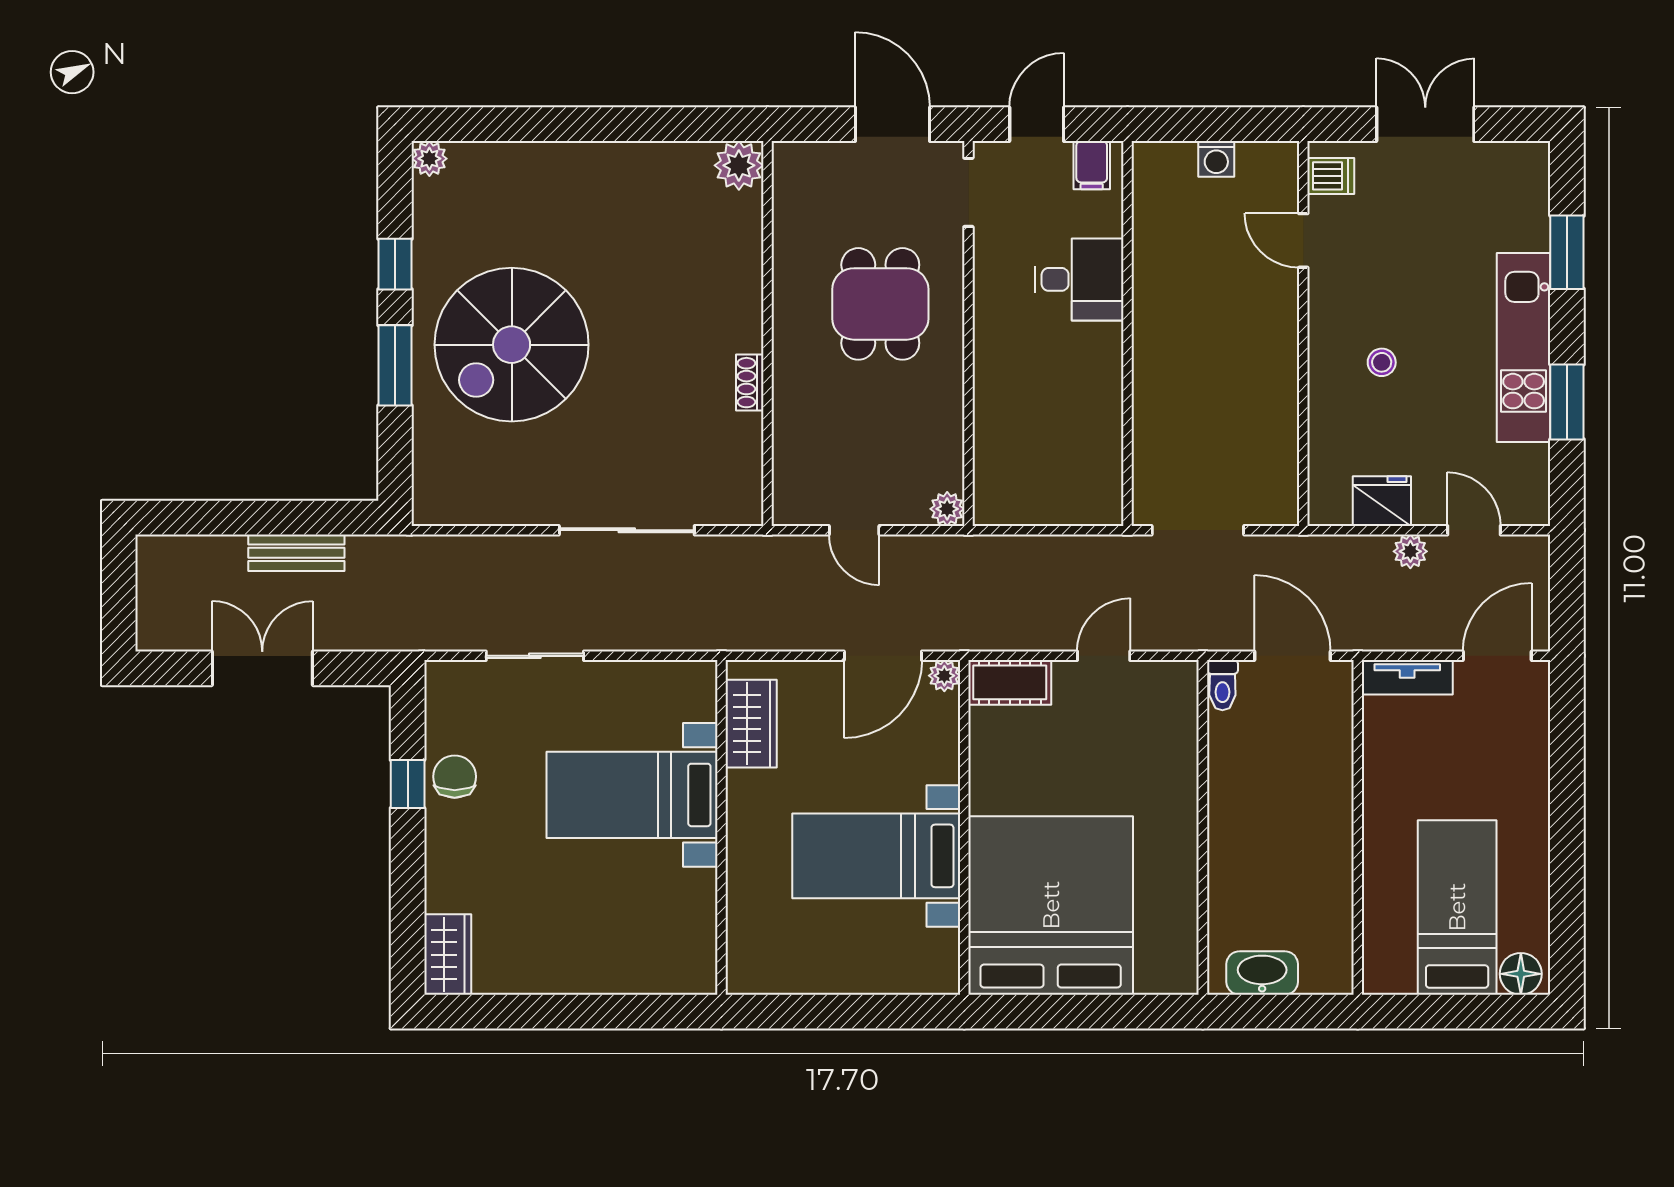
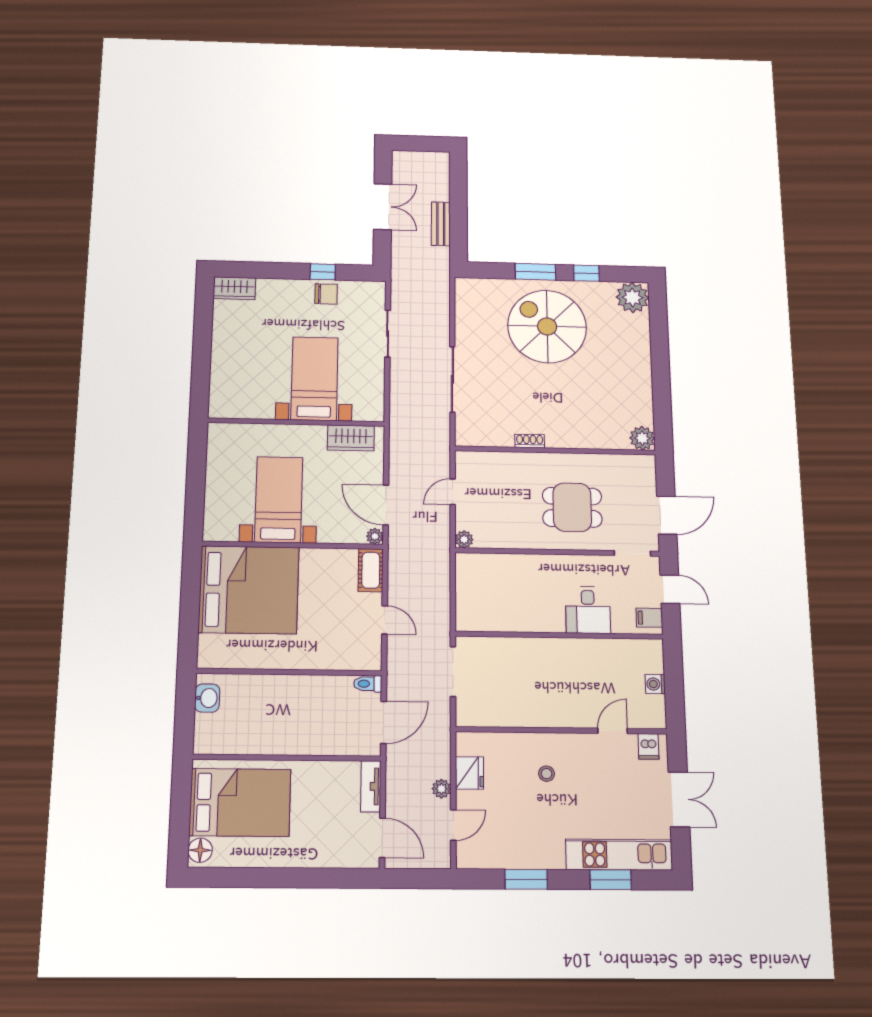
plant: (429, 159) -> (632, 297), width x1.87, depth x1.87
kitchen unit: (1524, 348) -> (619, 855), moved
bed: (1457, 907) -> (240, 802), width x1.50
washbasin: (1262, 973) -> (207, 698), width x0.72

